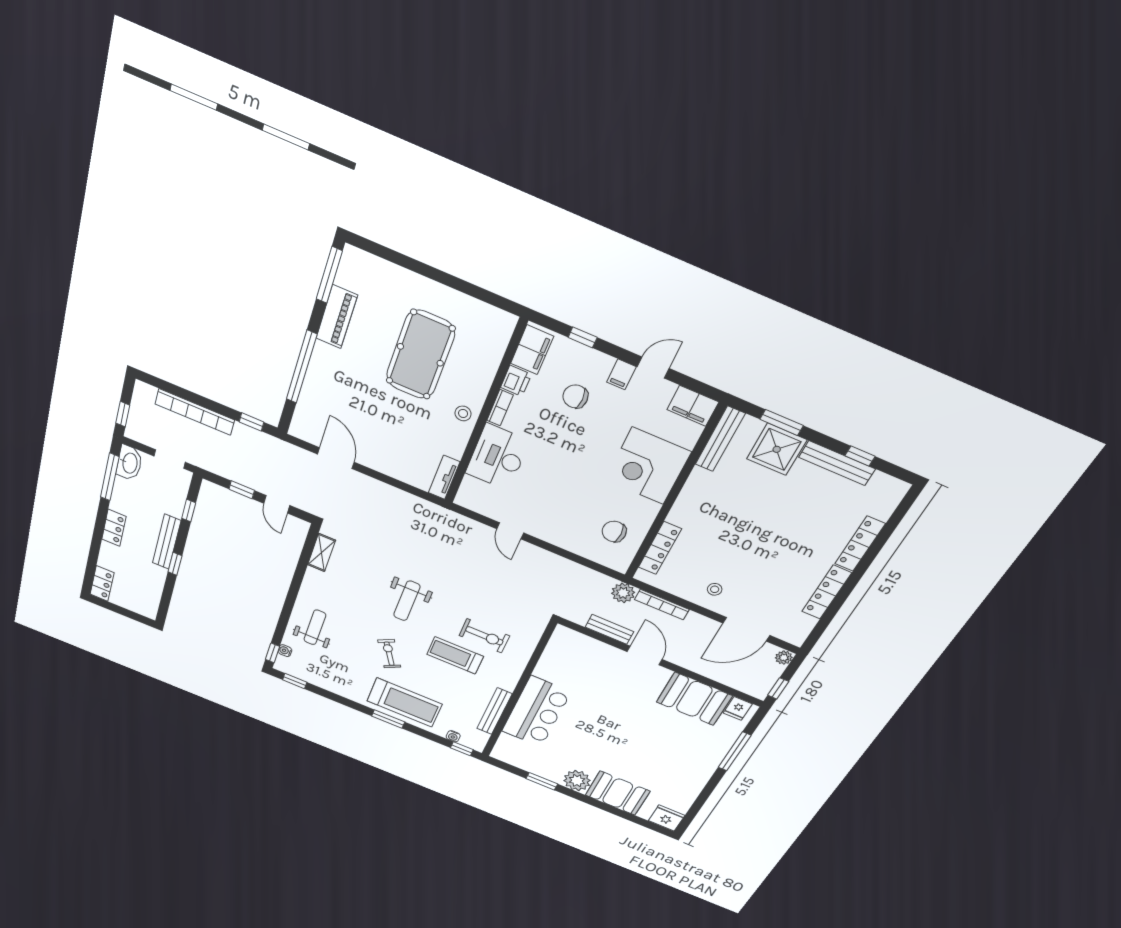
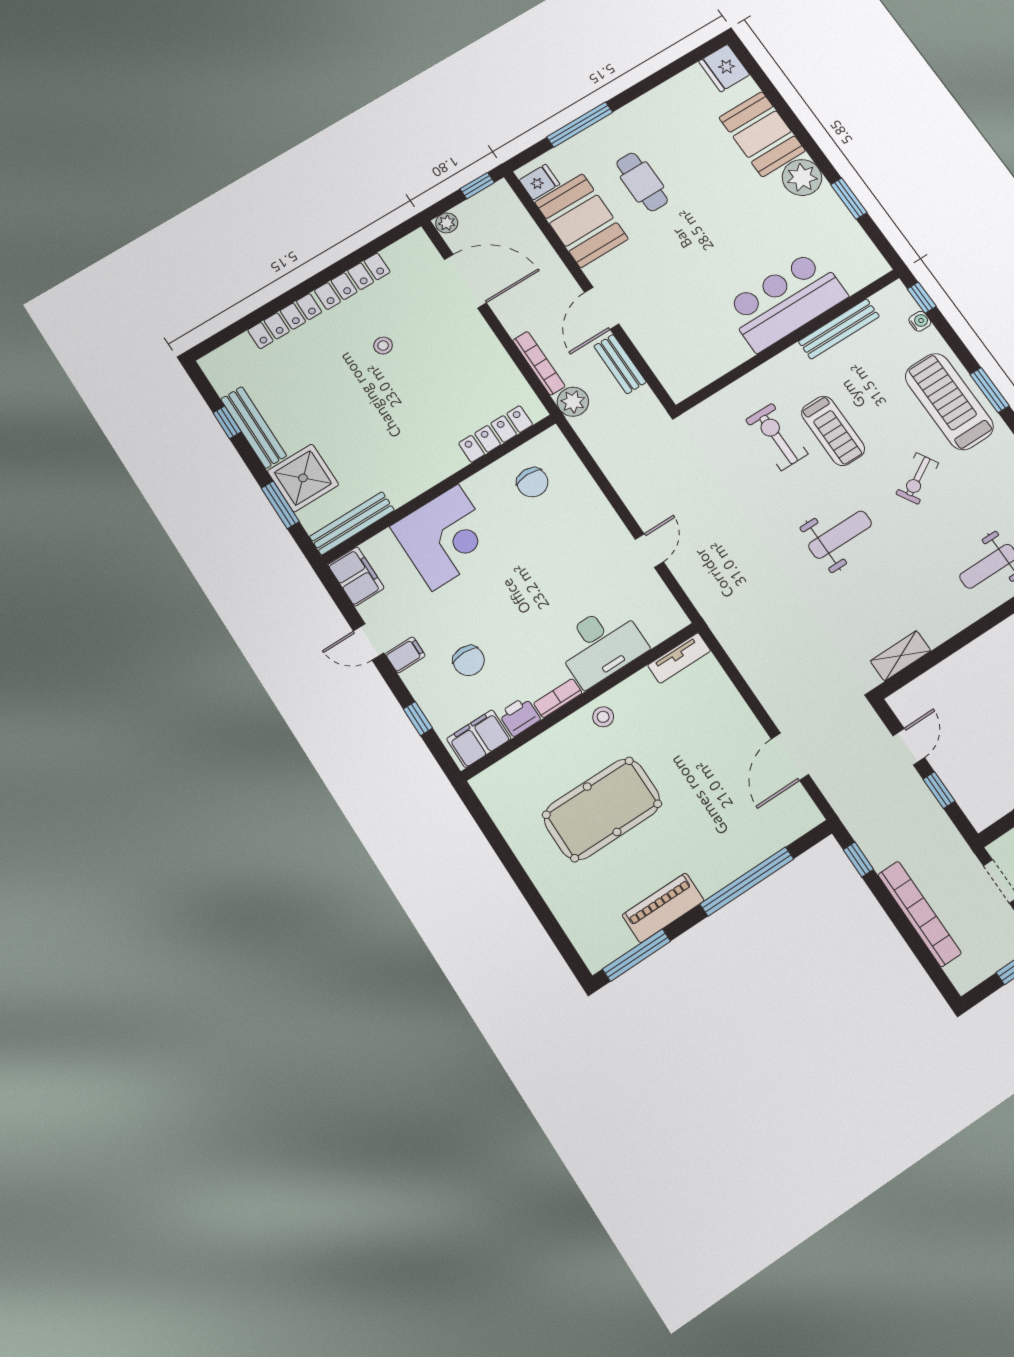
stool: (715, 589) -> (383, 346), moved
cafe table: (671, 737) -> (642, 182), added

